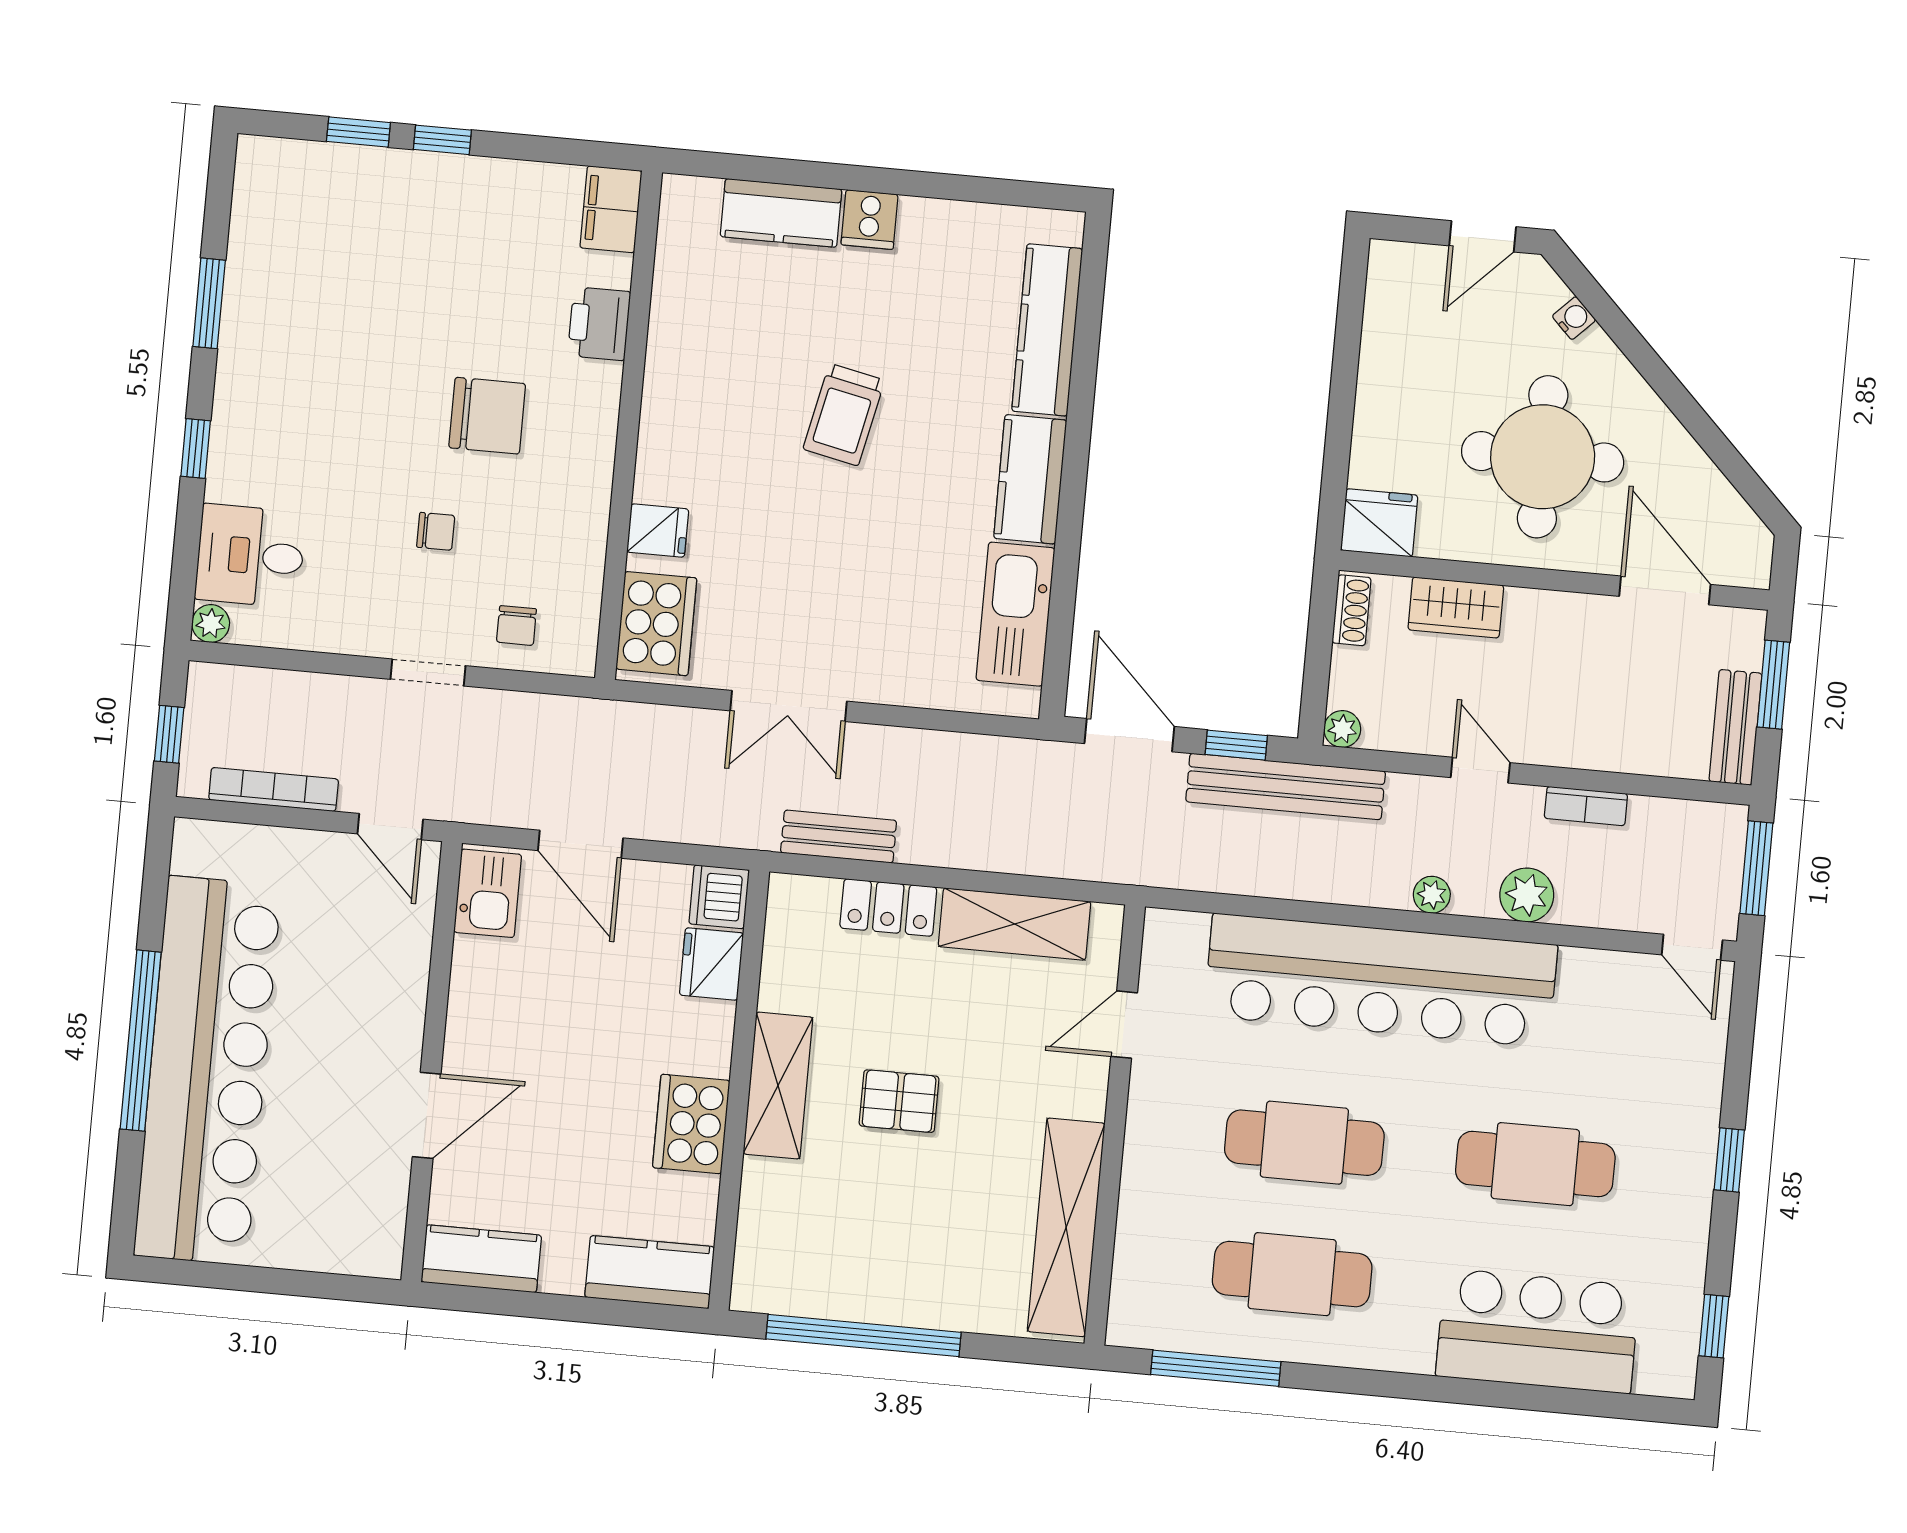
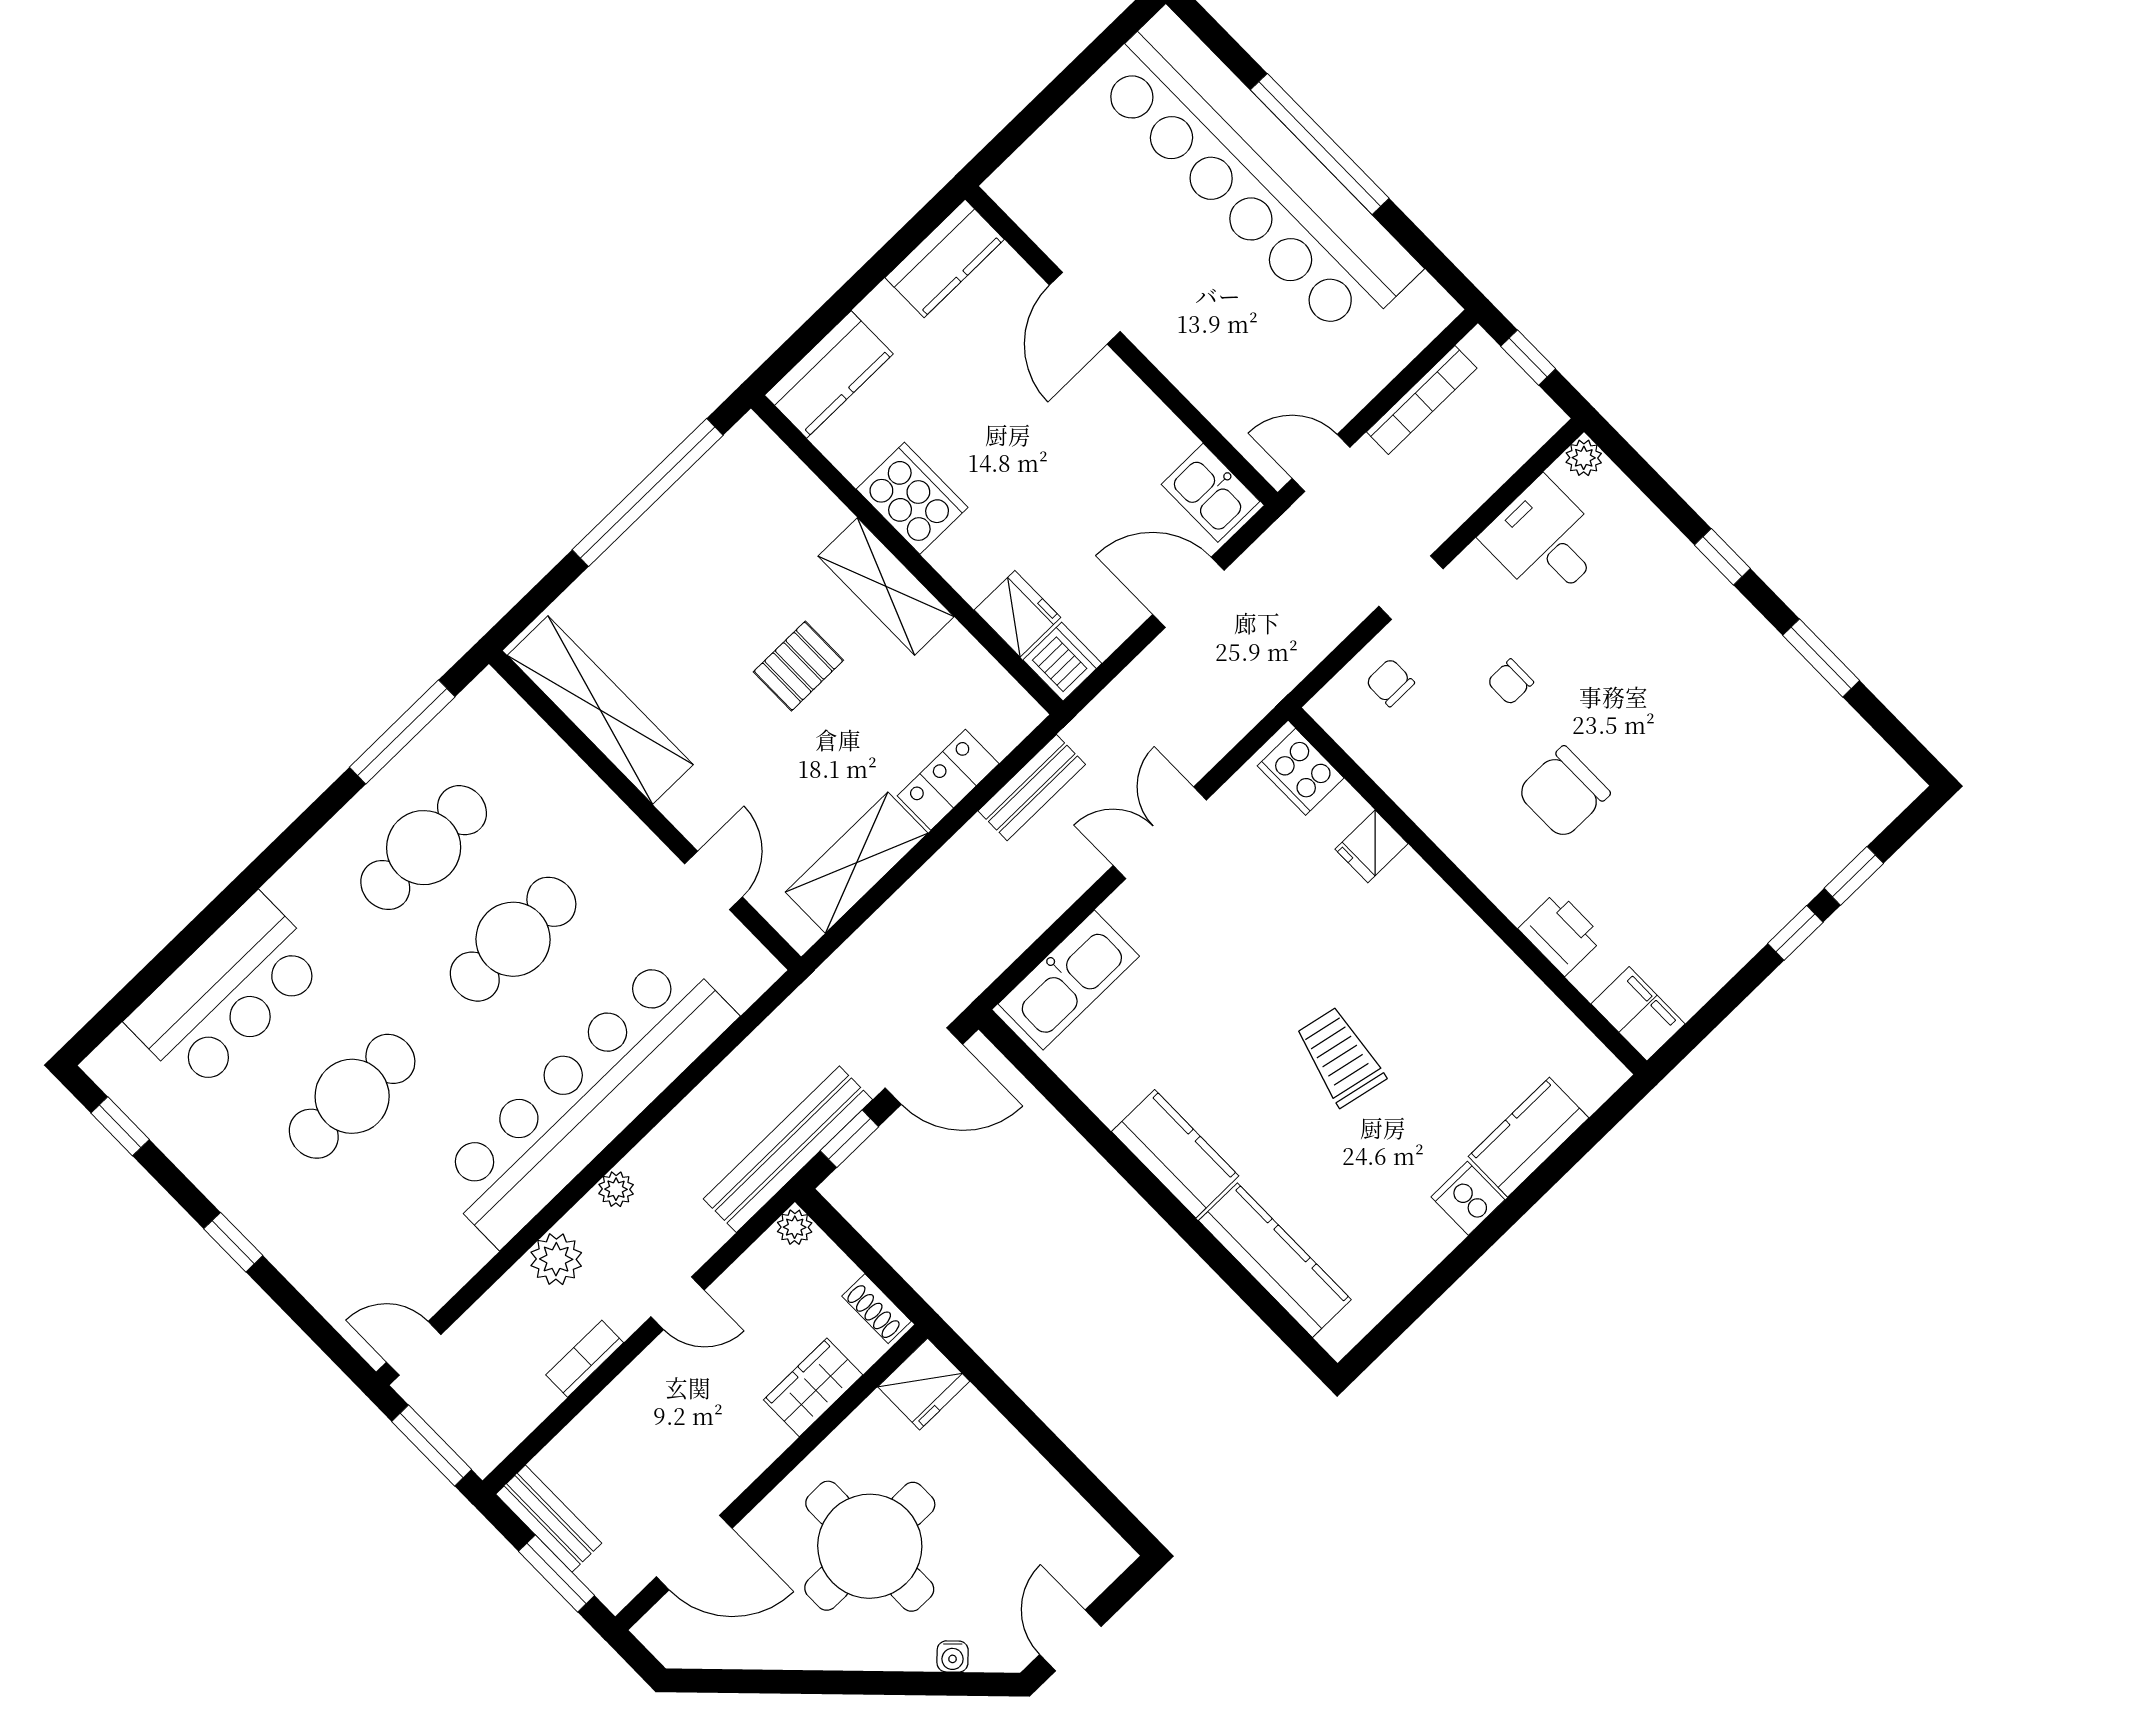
desk: (250, 556) -> (1545, 541), moved, turned -90
kitchen sink: (1016, 614) -> (1069, 980), moved, turned 90
cooker: (656, 624) -> (1301, 772), width x0.73, depth x0.76

